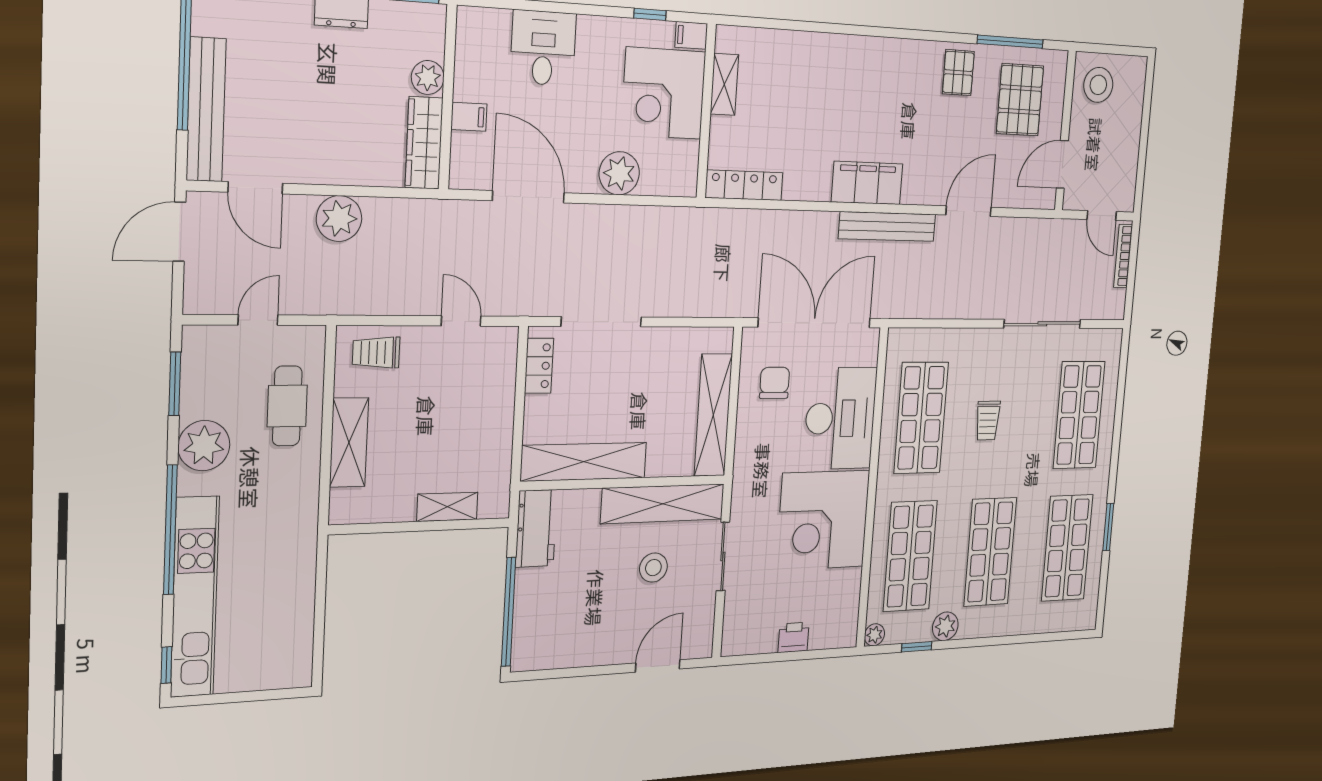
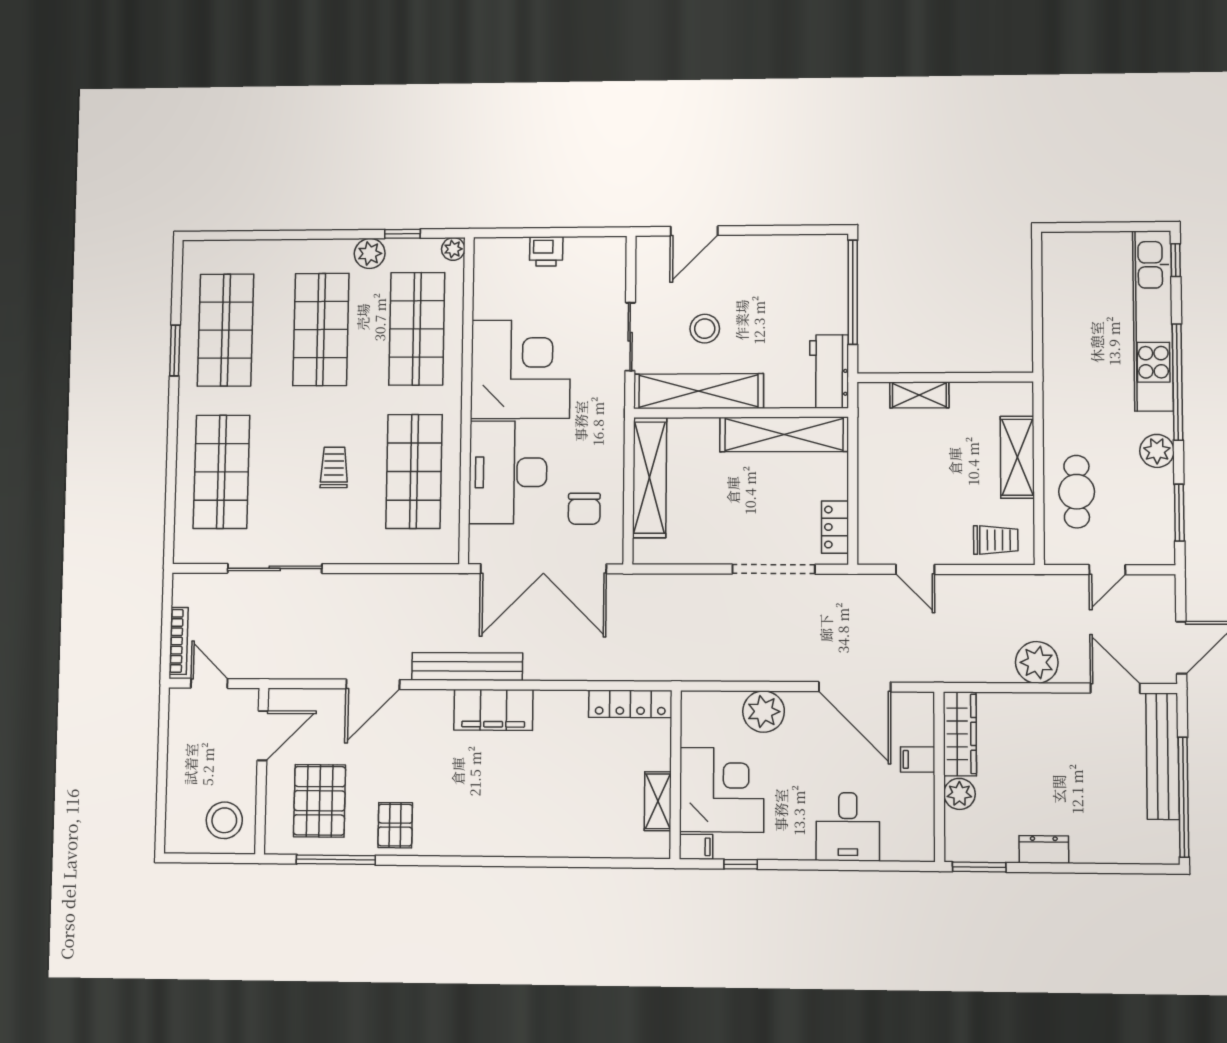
plant: (204, 446) -> (1157, 451), width x0.73, depth x0.73

